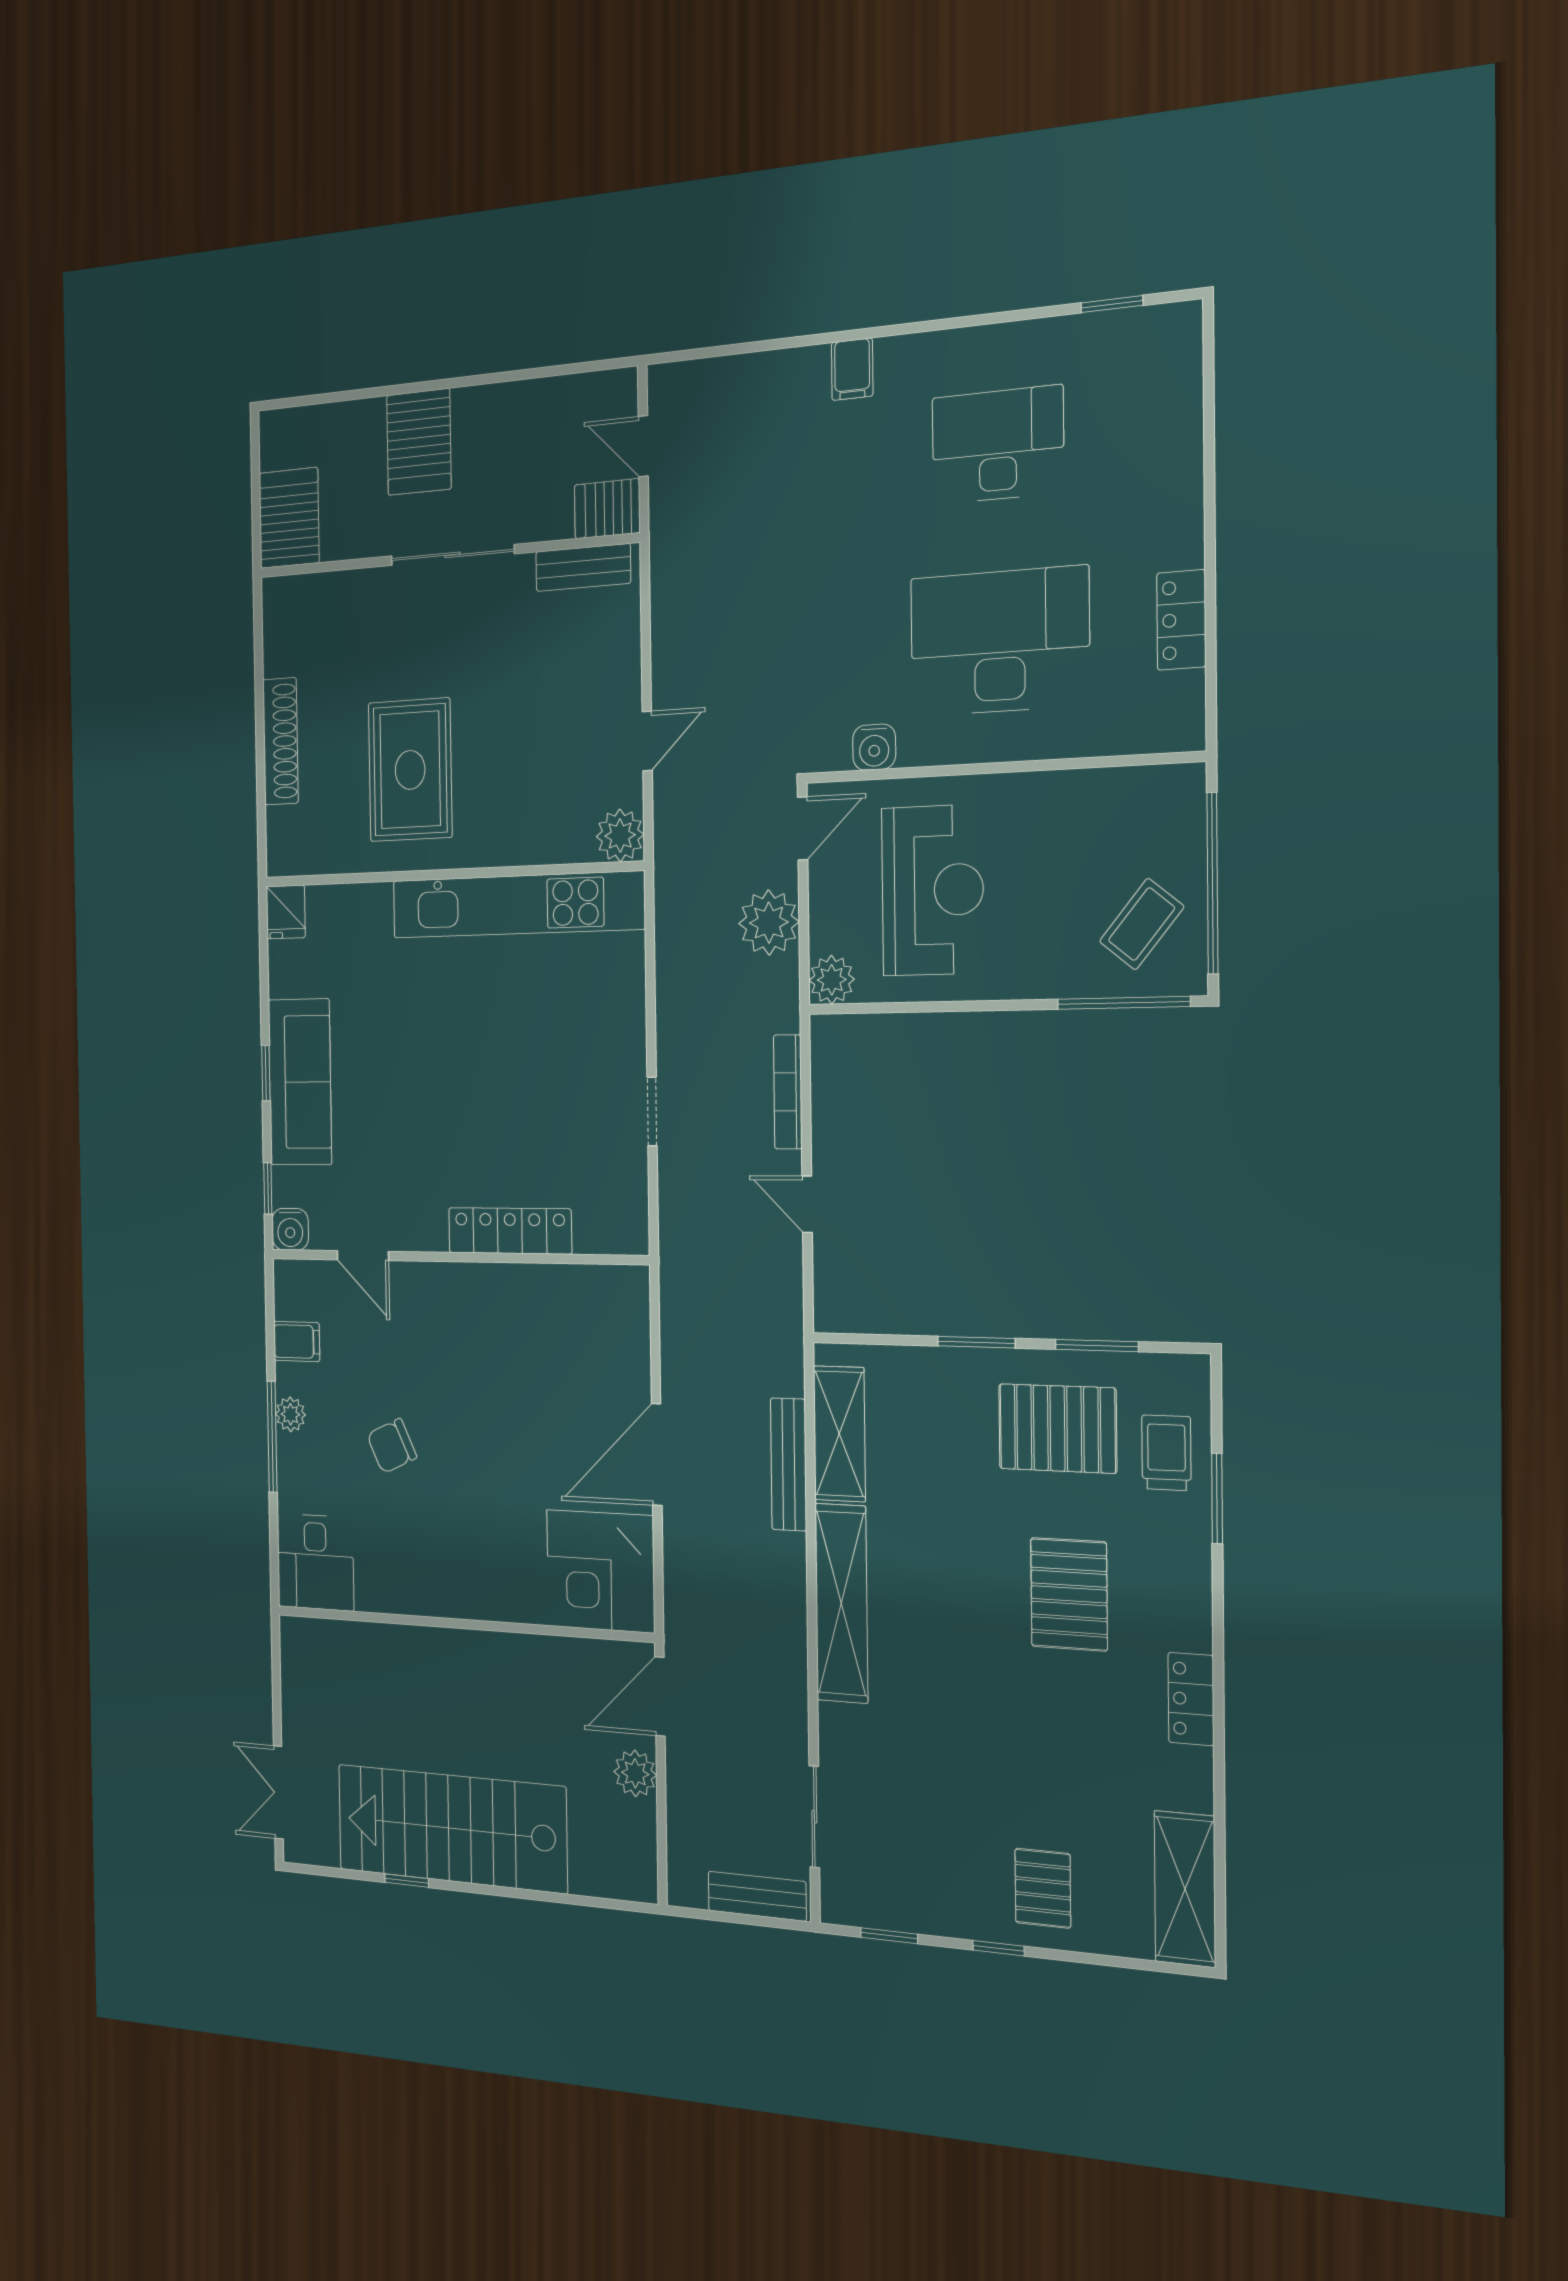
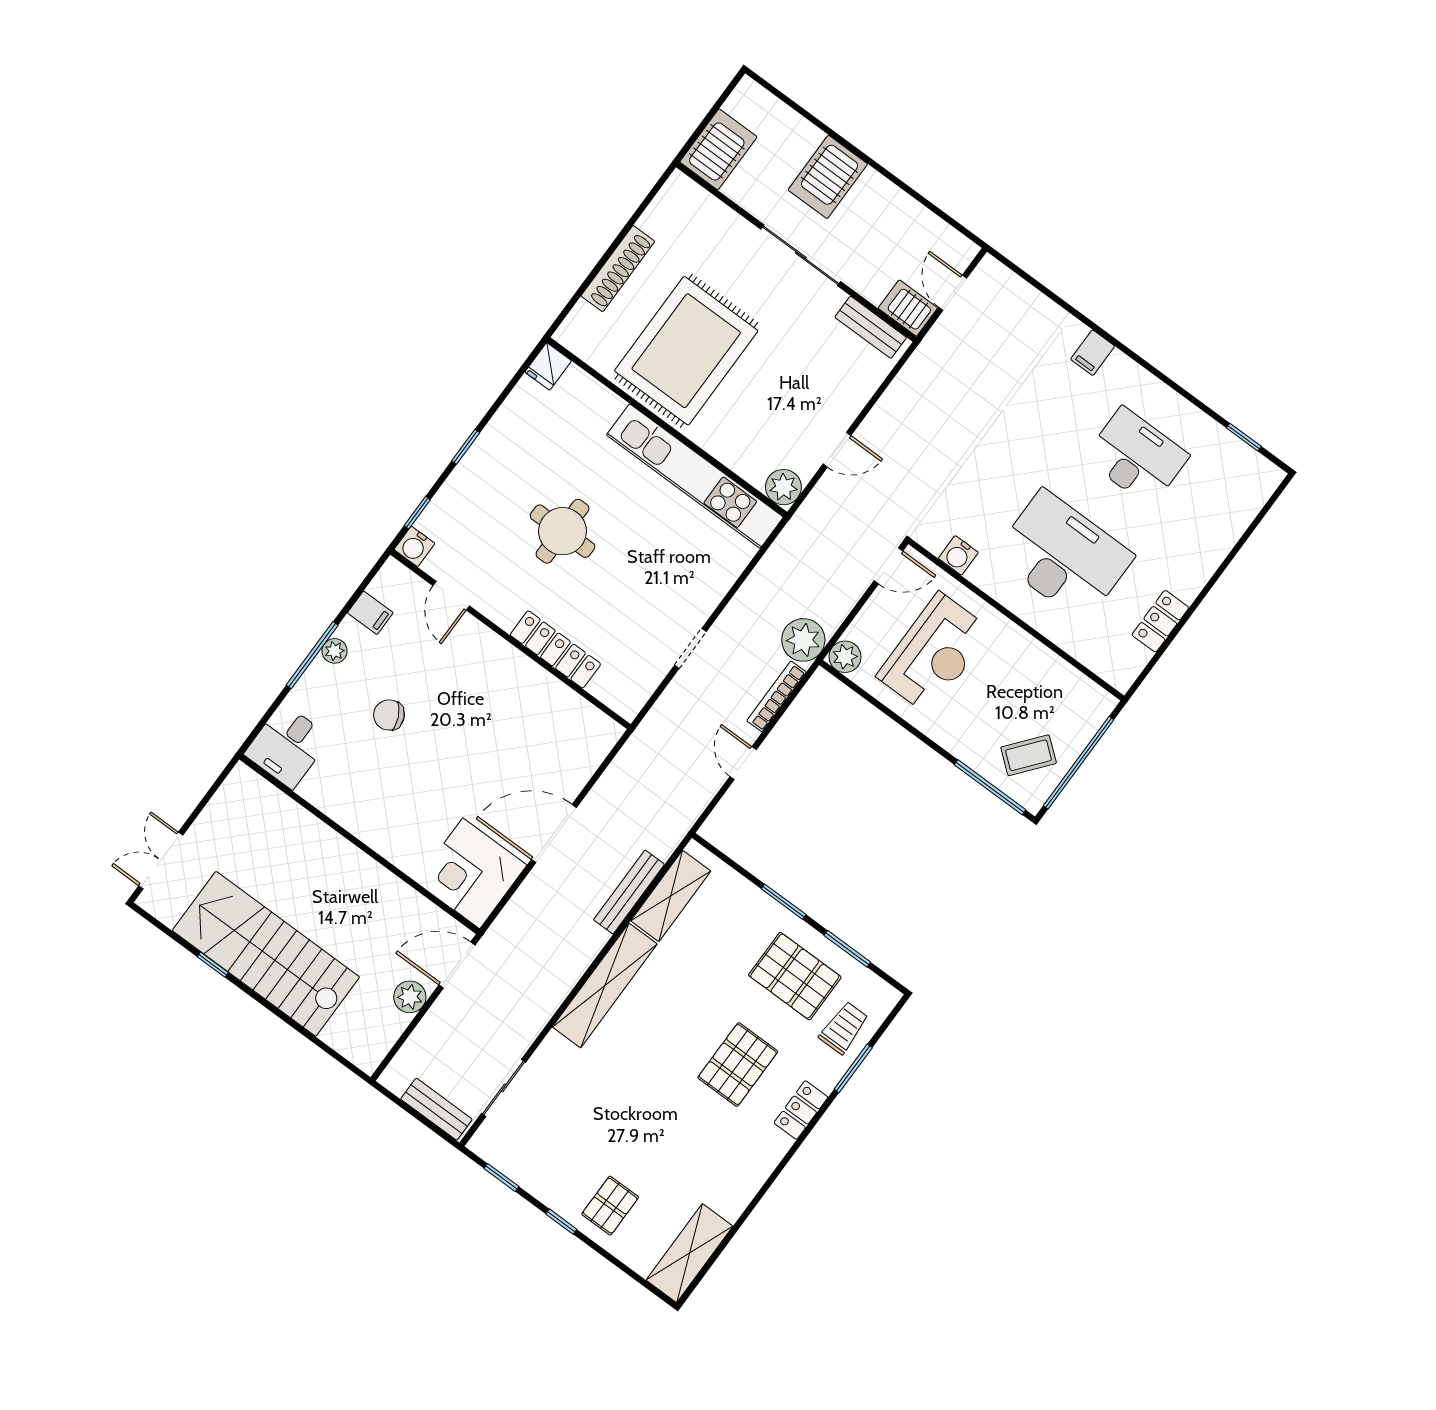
rug: (410, 770) -> (686, 351), width x1.37, depth x1.44
plant: (769, 923) -> (803, 640), moved
sofa: (300, 1082) -> (484, 469), removed
round table: (425, 1086) -> (562, 531), added
locker: (1191, 1699) -> (801, 1110), moved

